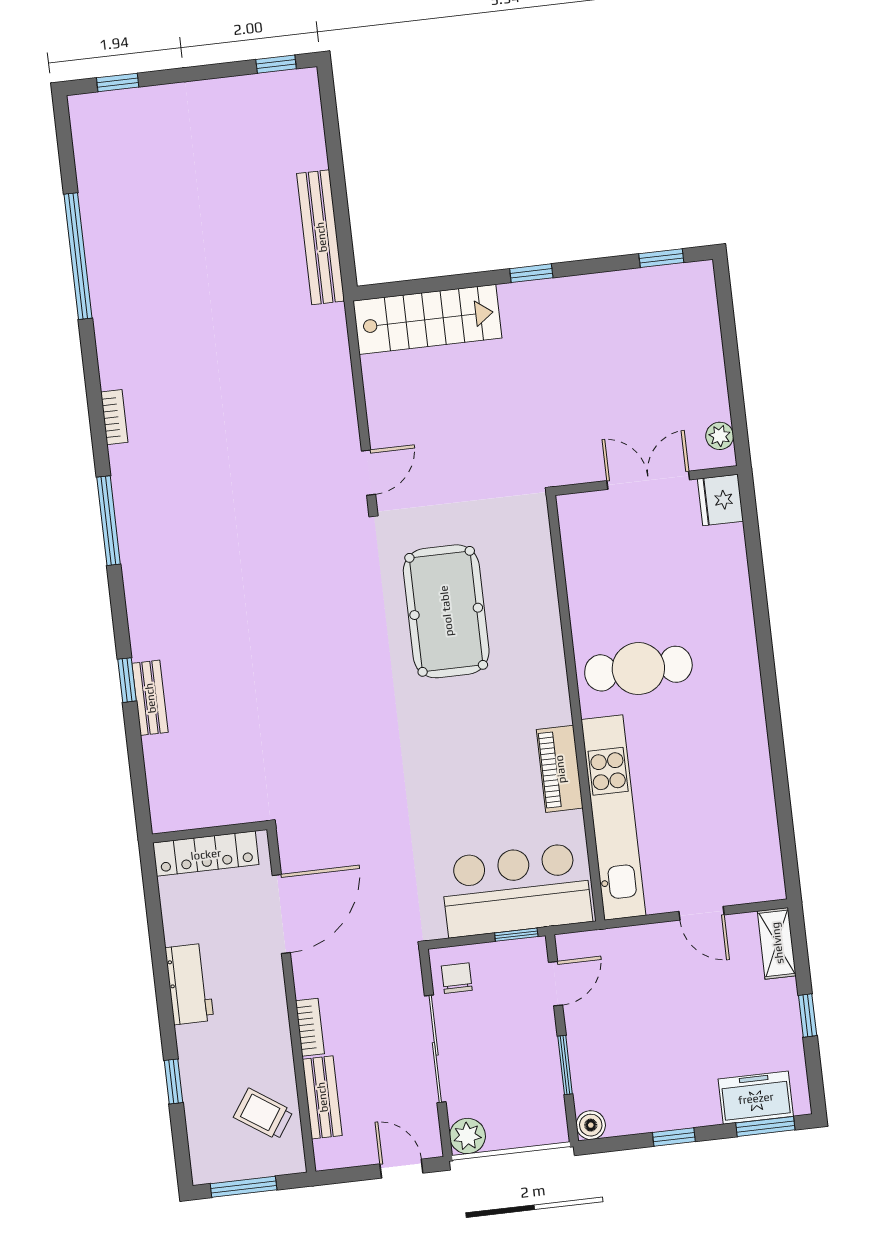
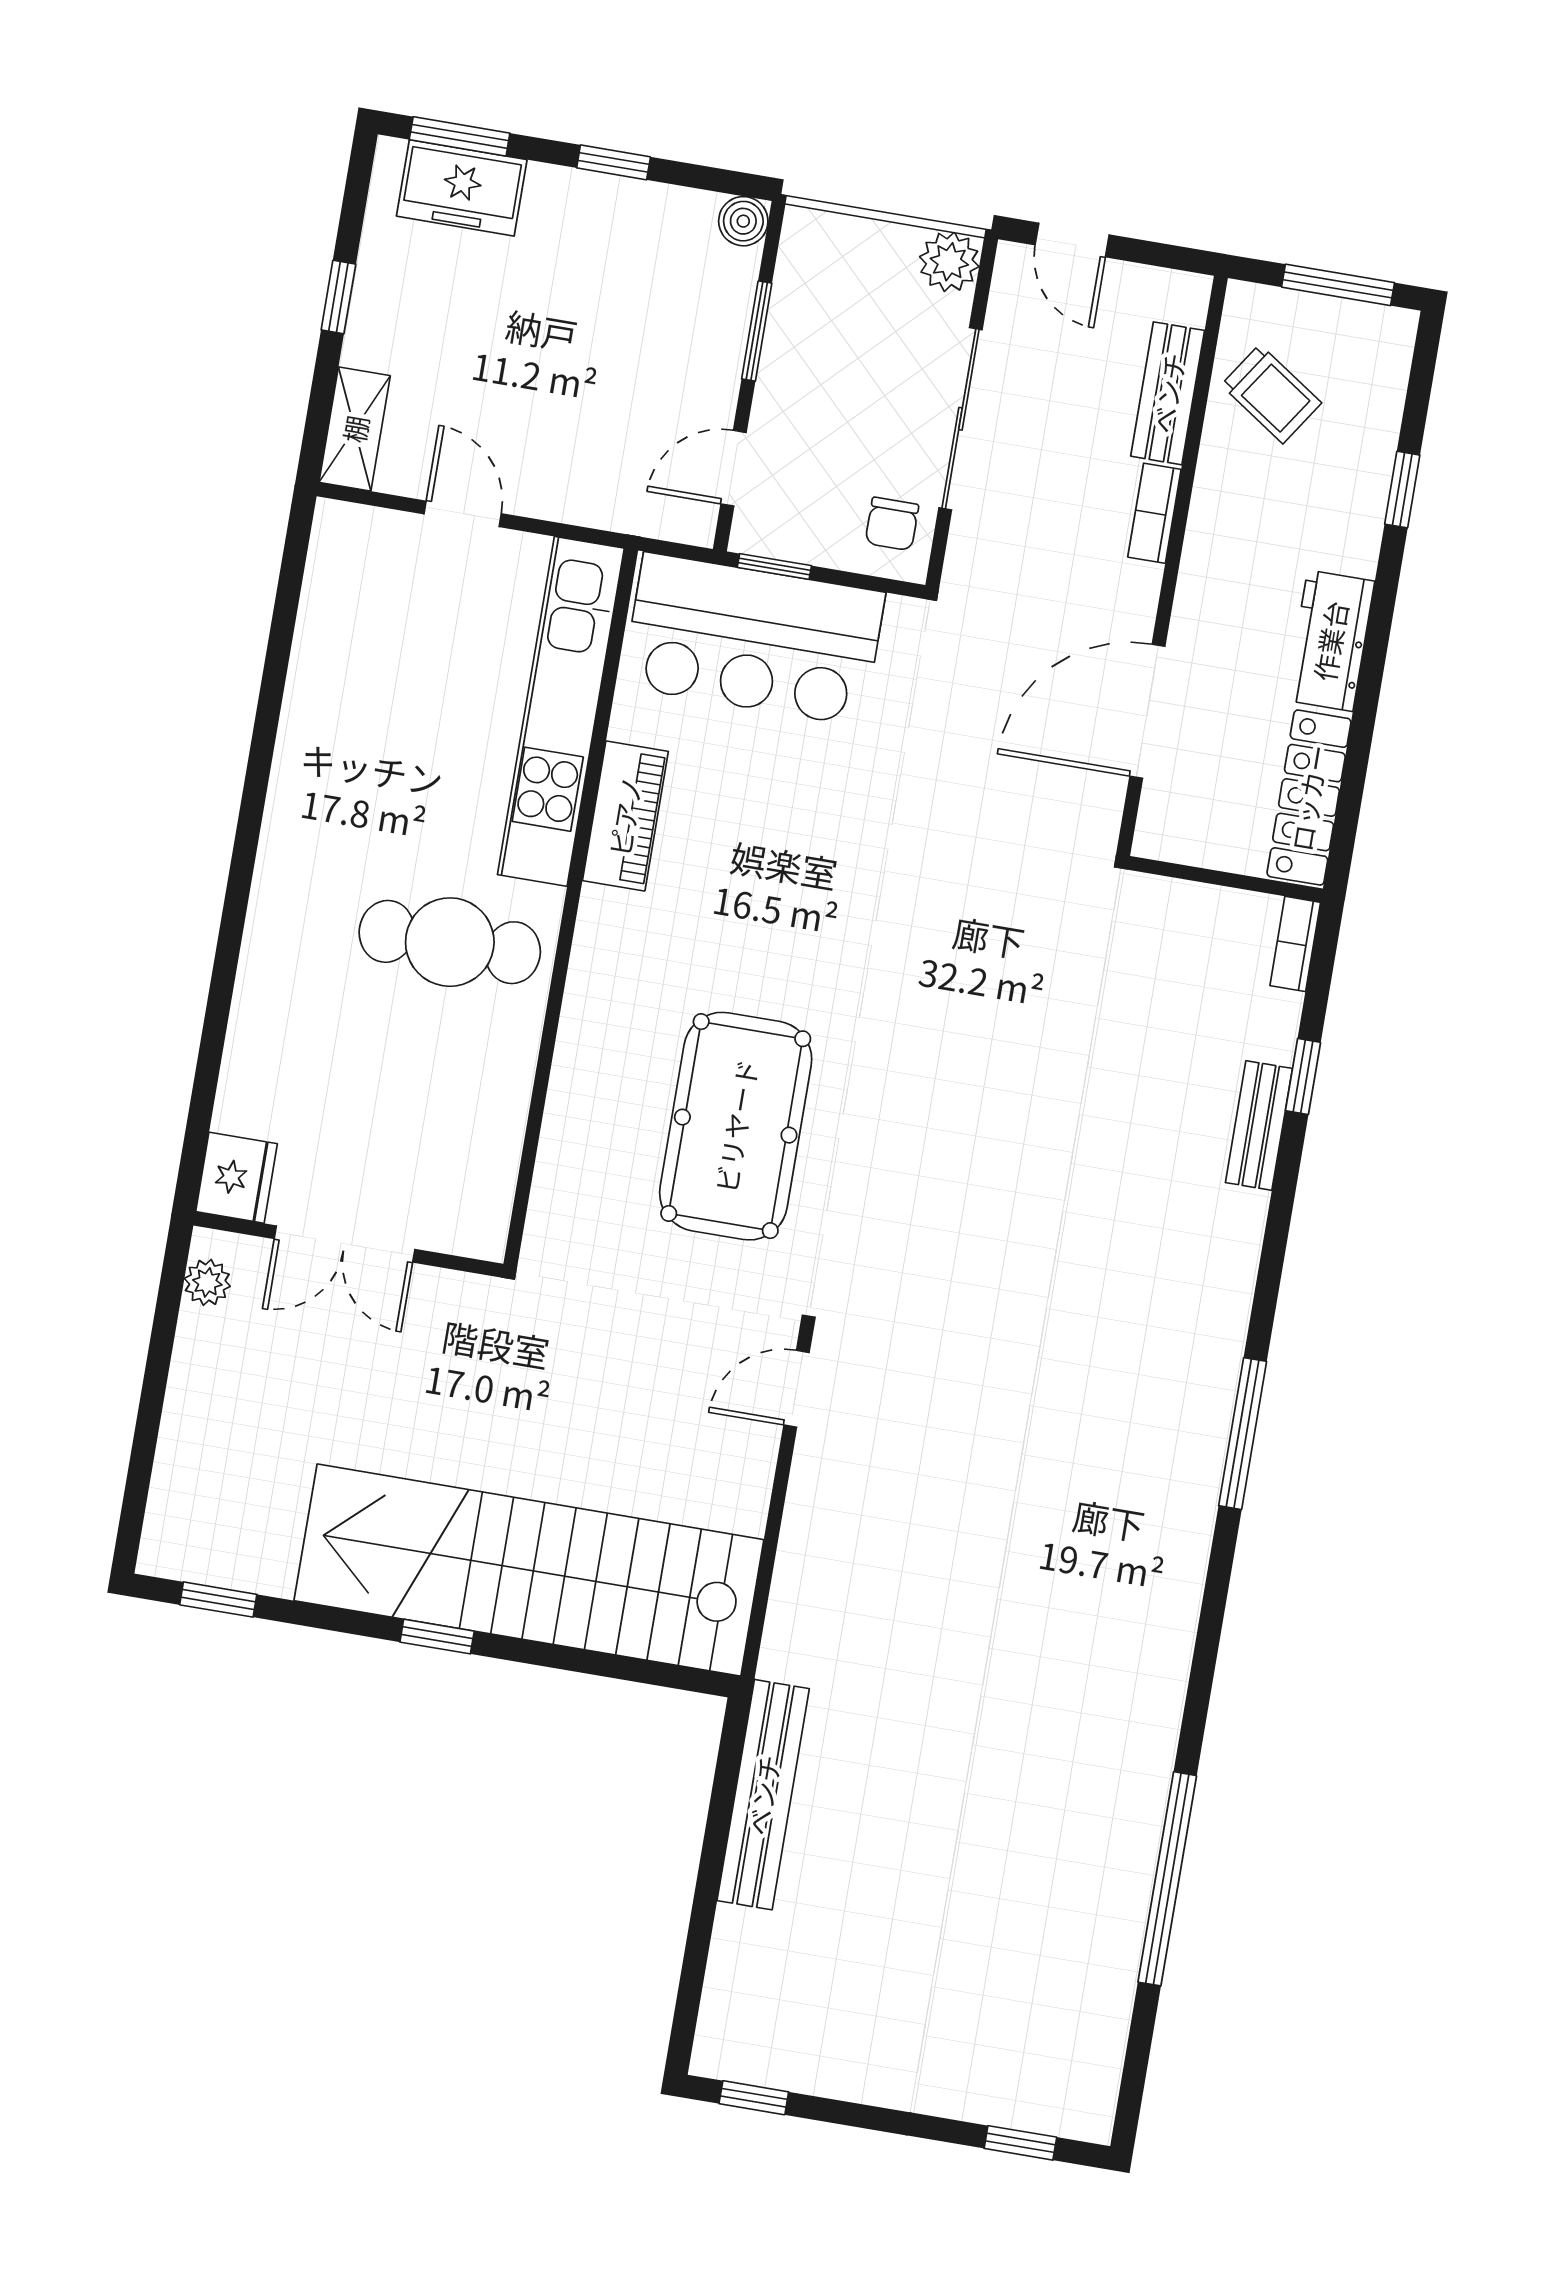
stairs: (427, 319) -> (529, 1570), width x1.86, depth x1.51
bookcase: (114, 417) -> (1295, 944), moved
window: (127, 680) -> (1303, 1077), moved
locker: (206, 854) -> (1309, 798), moved, turned -90

